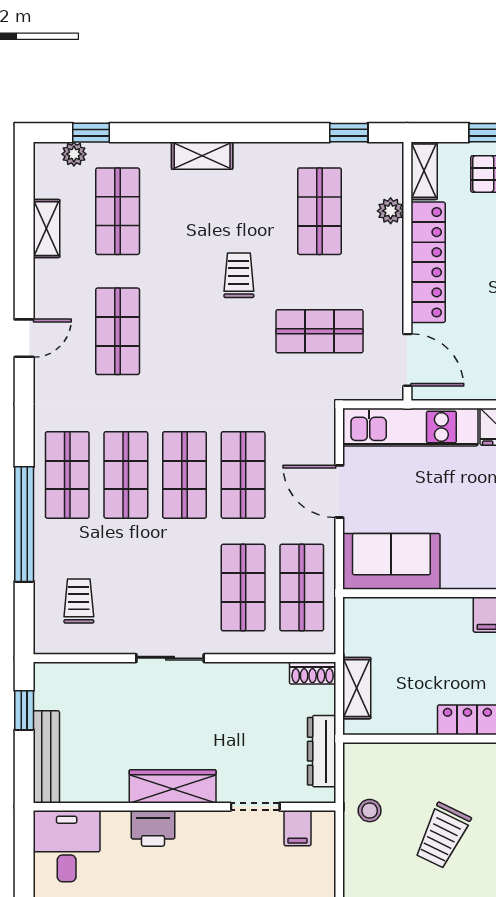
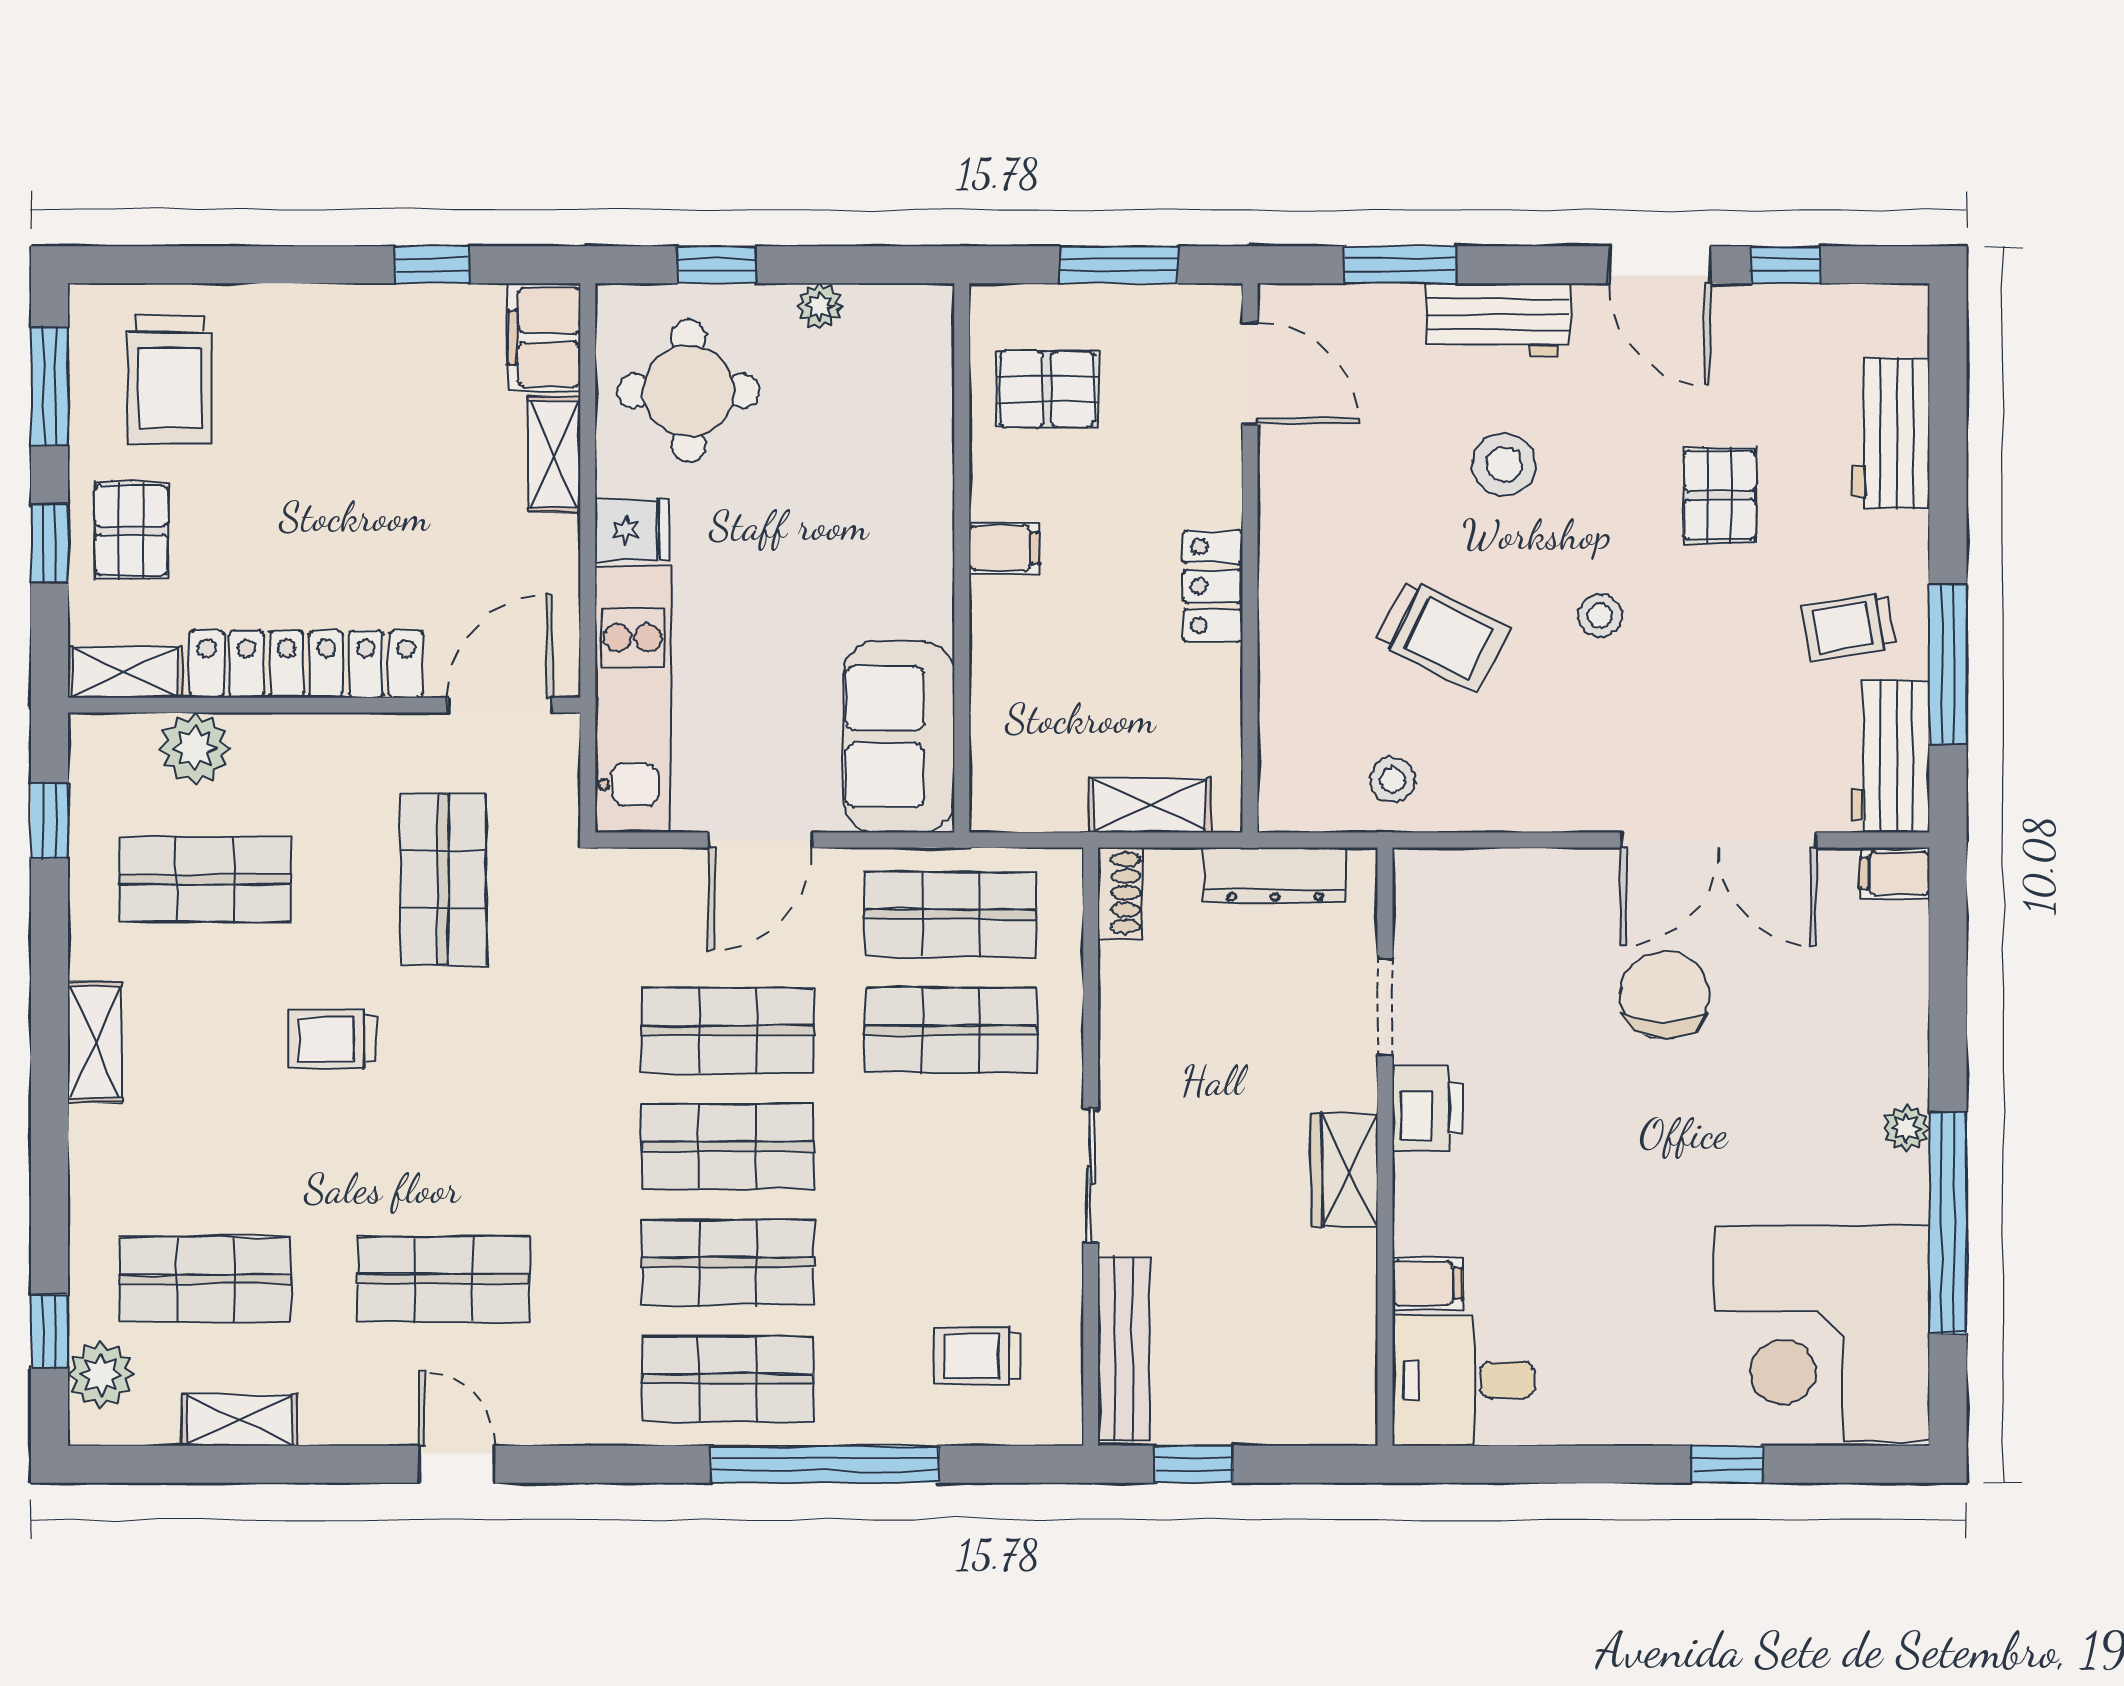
plant: (74, 154) -> (101, 1375), width x1.38, depth x1.38
shelving: (202, 156) -> (95, 1042), moved
plant: (391, 211) -> (195, 748), width x1.38, depth x1.38
bench: (46, 757) -> (1124, 1349), moved, turned 90
wardrobe: (173, 786) -> (1344, 1170), width x0.67
printer: (153, 828) -> (1428, 1108), moved
filing cabinet: (297, 828) -> (1427, 1283), moved

